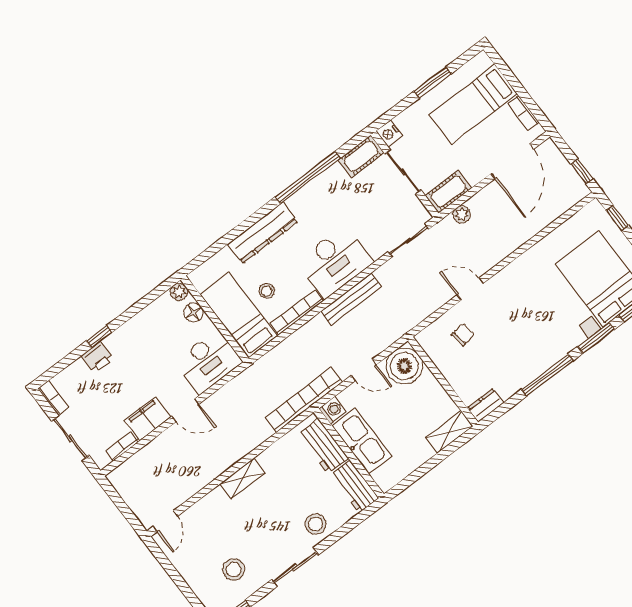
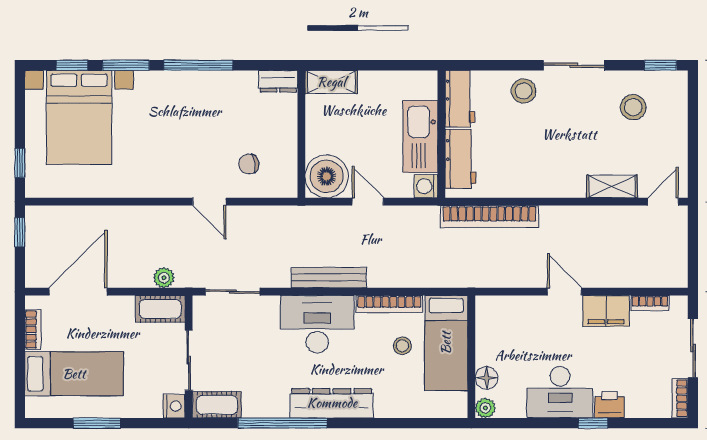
dresser: (263, 233) -> (332, 403), moved
desk: (208, 362) -> (560, 392), moved, turned 180
bookcase: (304, 400) -> (489, 216), moved
shelving: (242, 479) -> (612, 186), moved

